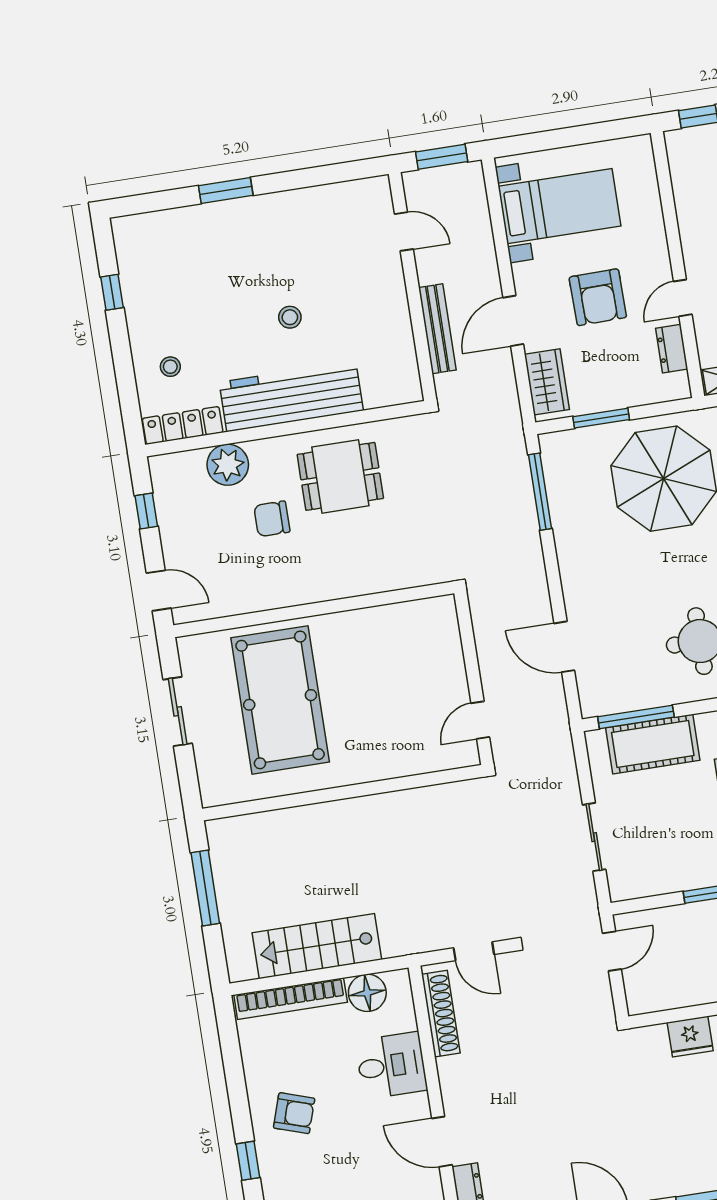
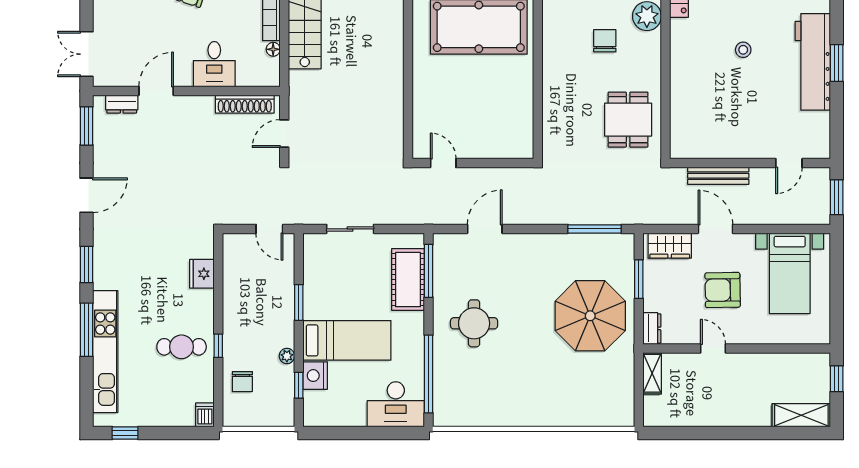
window: (226, 190) -> (837, 63), moved
stool: (290, 317) -> (743, 50), moved
dresser: (672, 349) -> (652, 328), moved, turned 90
workbench: (291, 396) -> (813, 62), moved, turned 180
dining table: (340, 476) -> (628, 120), moved
floor lamp: (367, 993) -> (273, 49), width x0.53, depth x0.53

